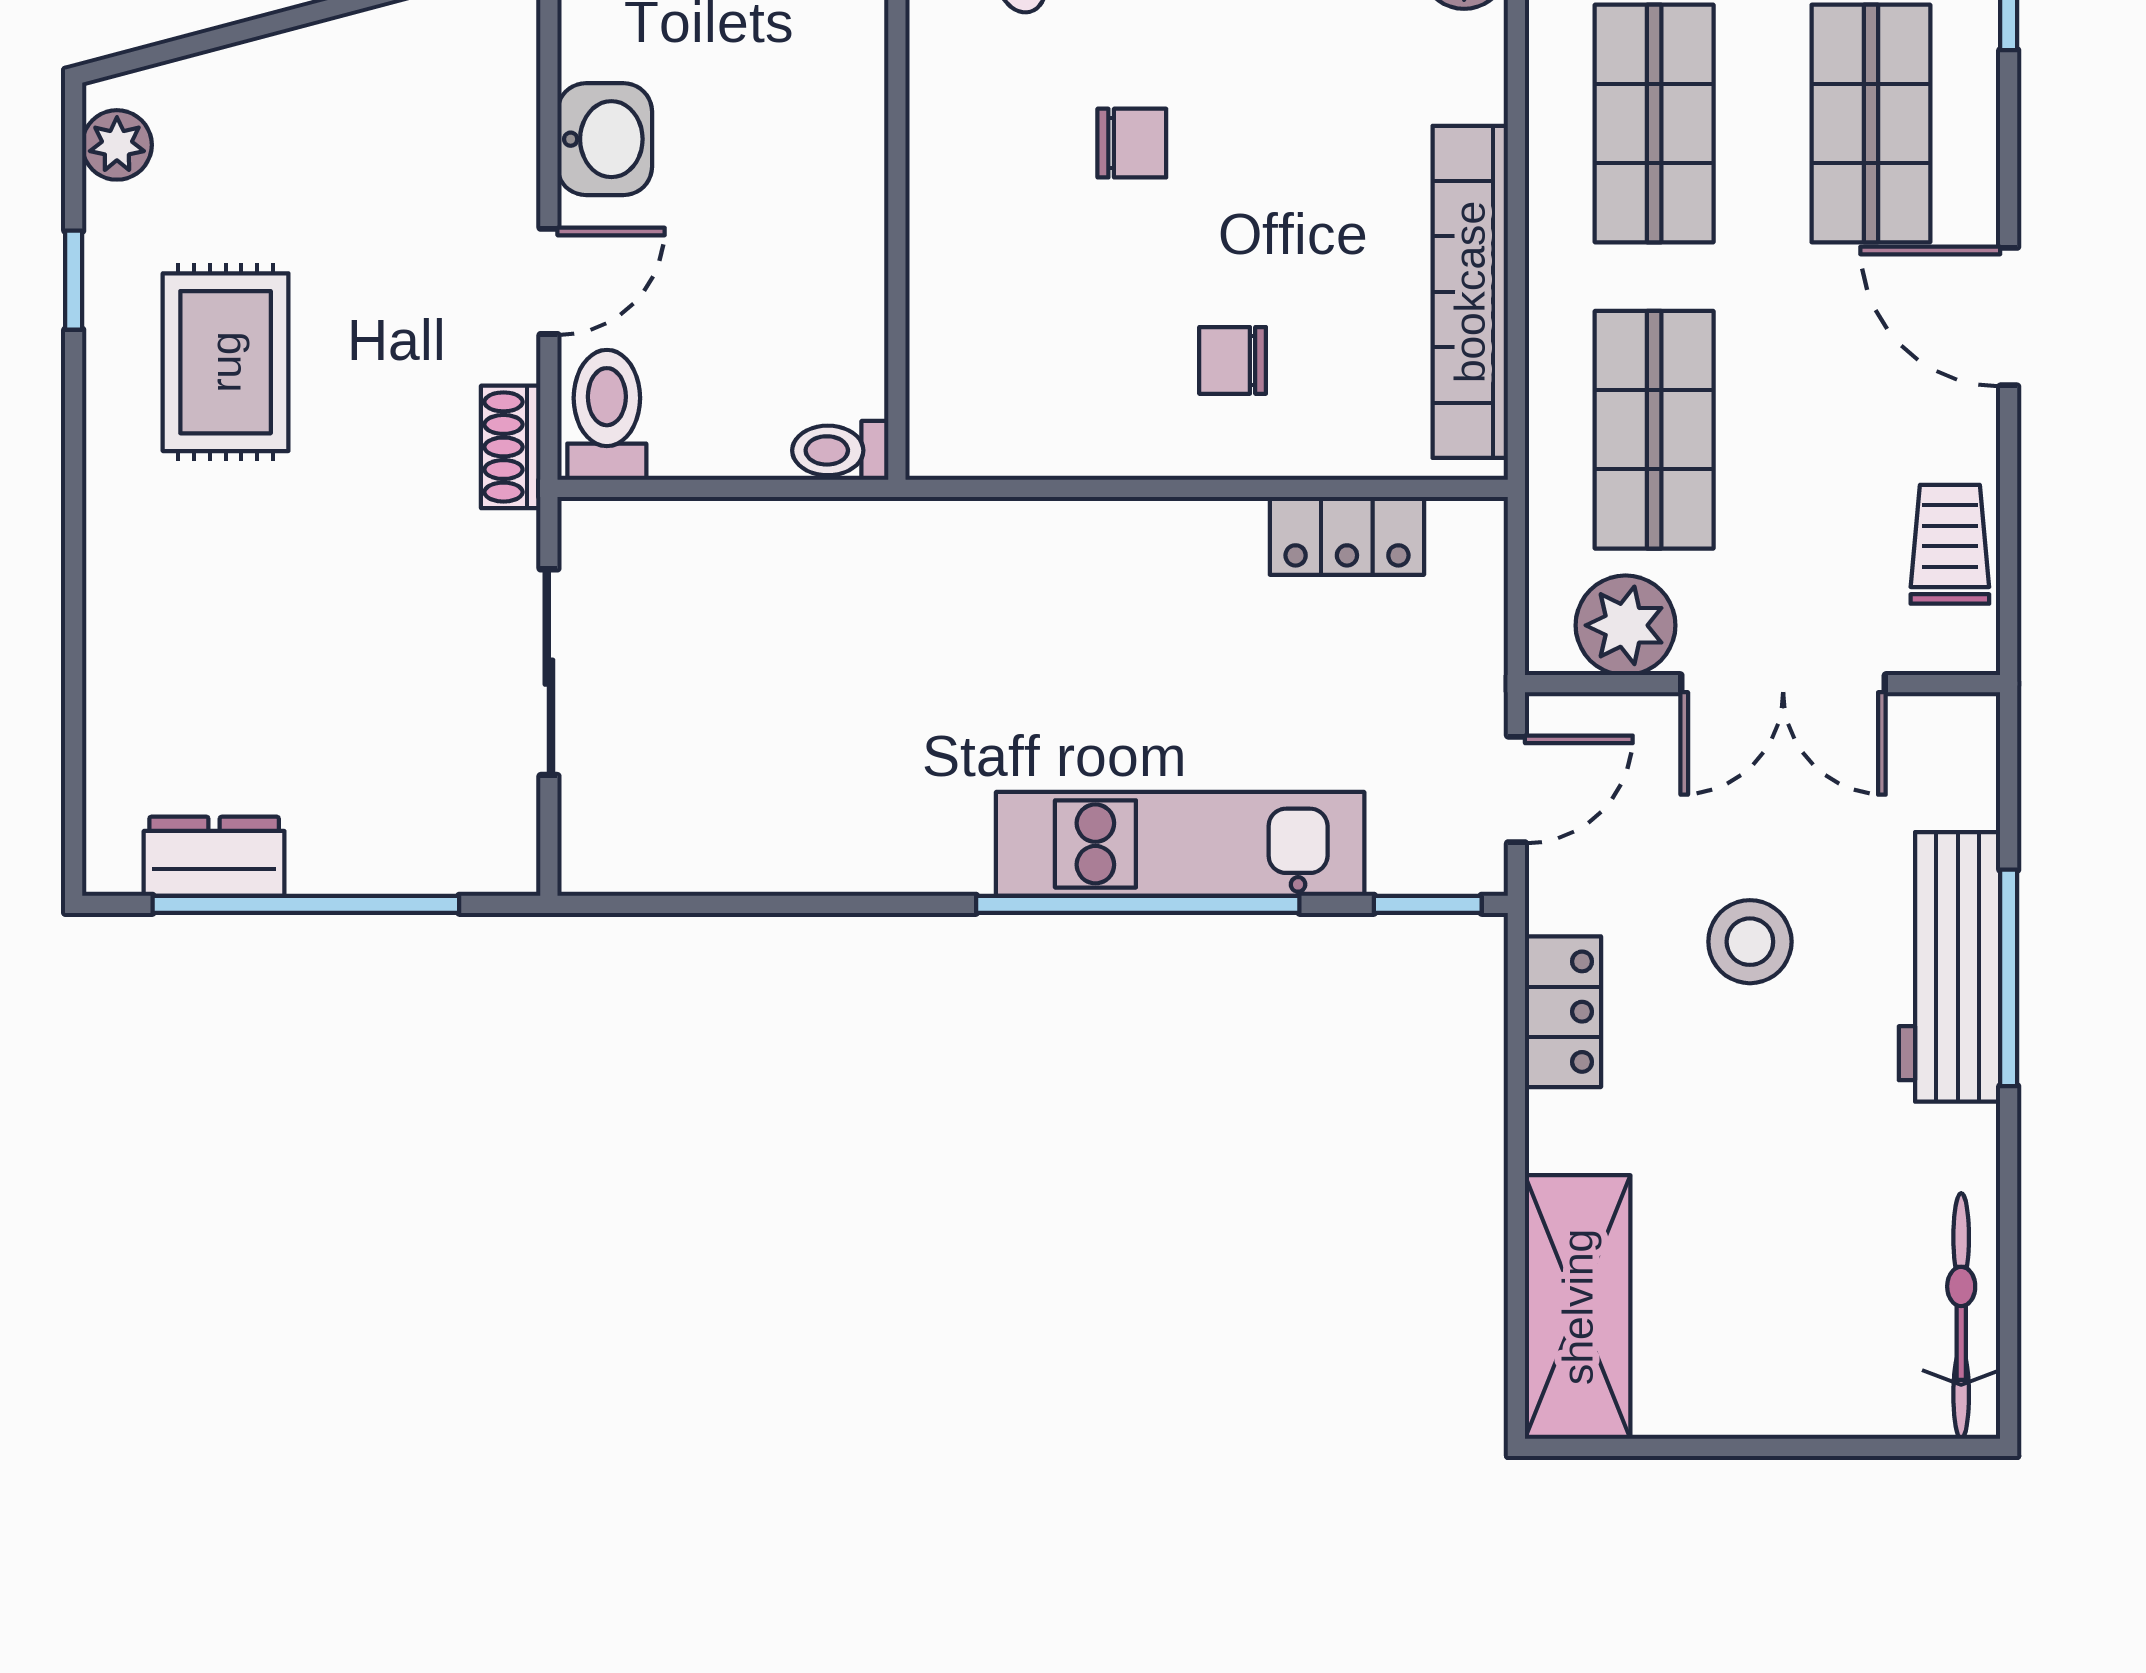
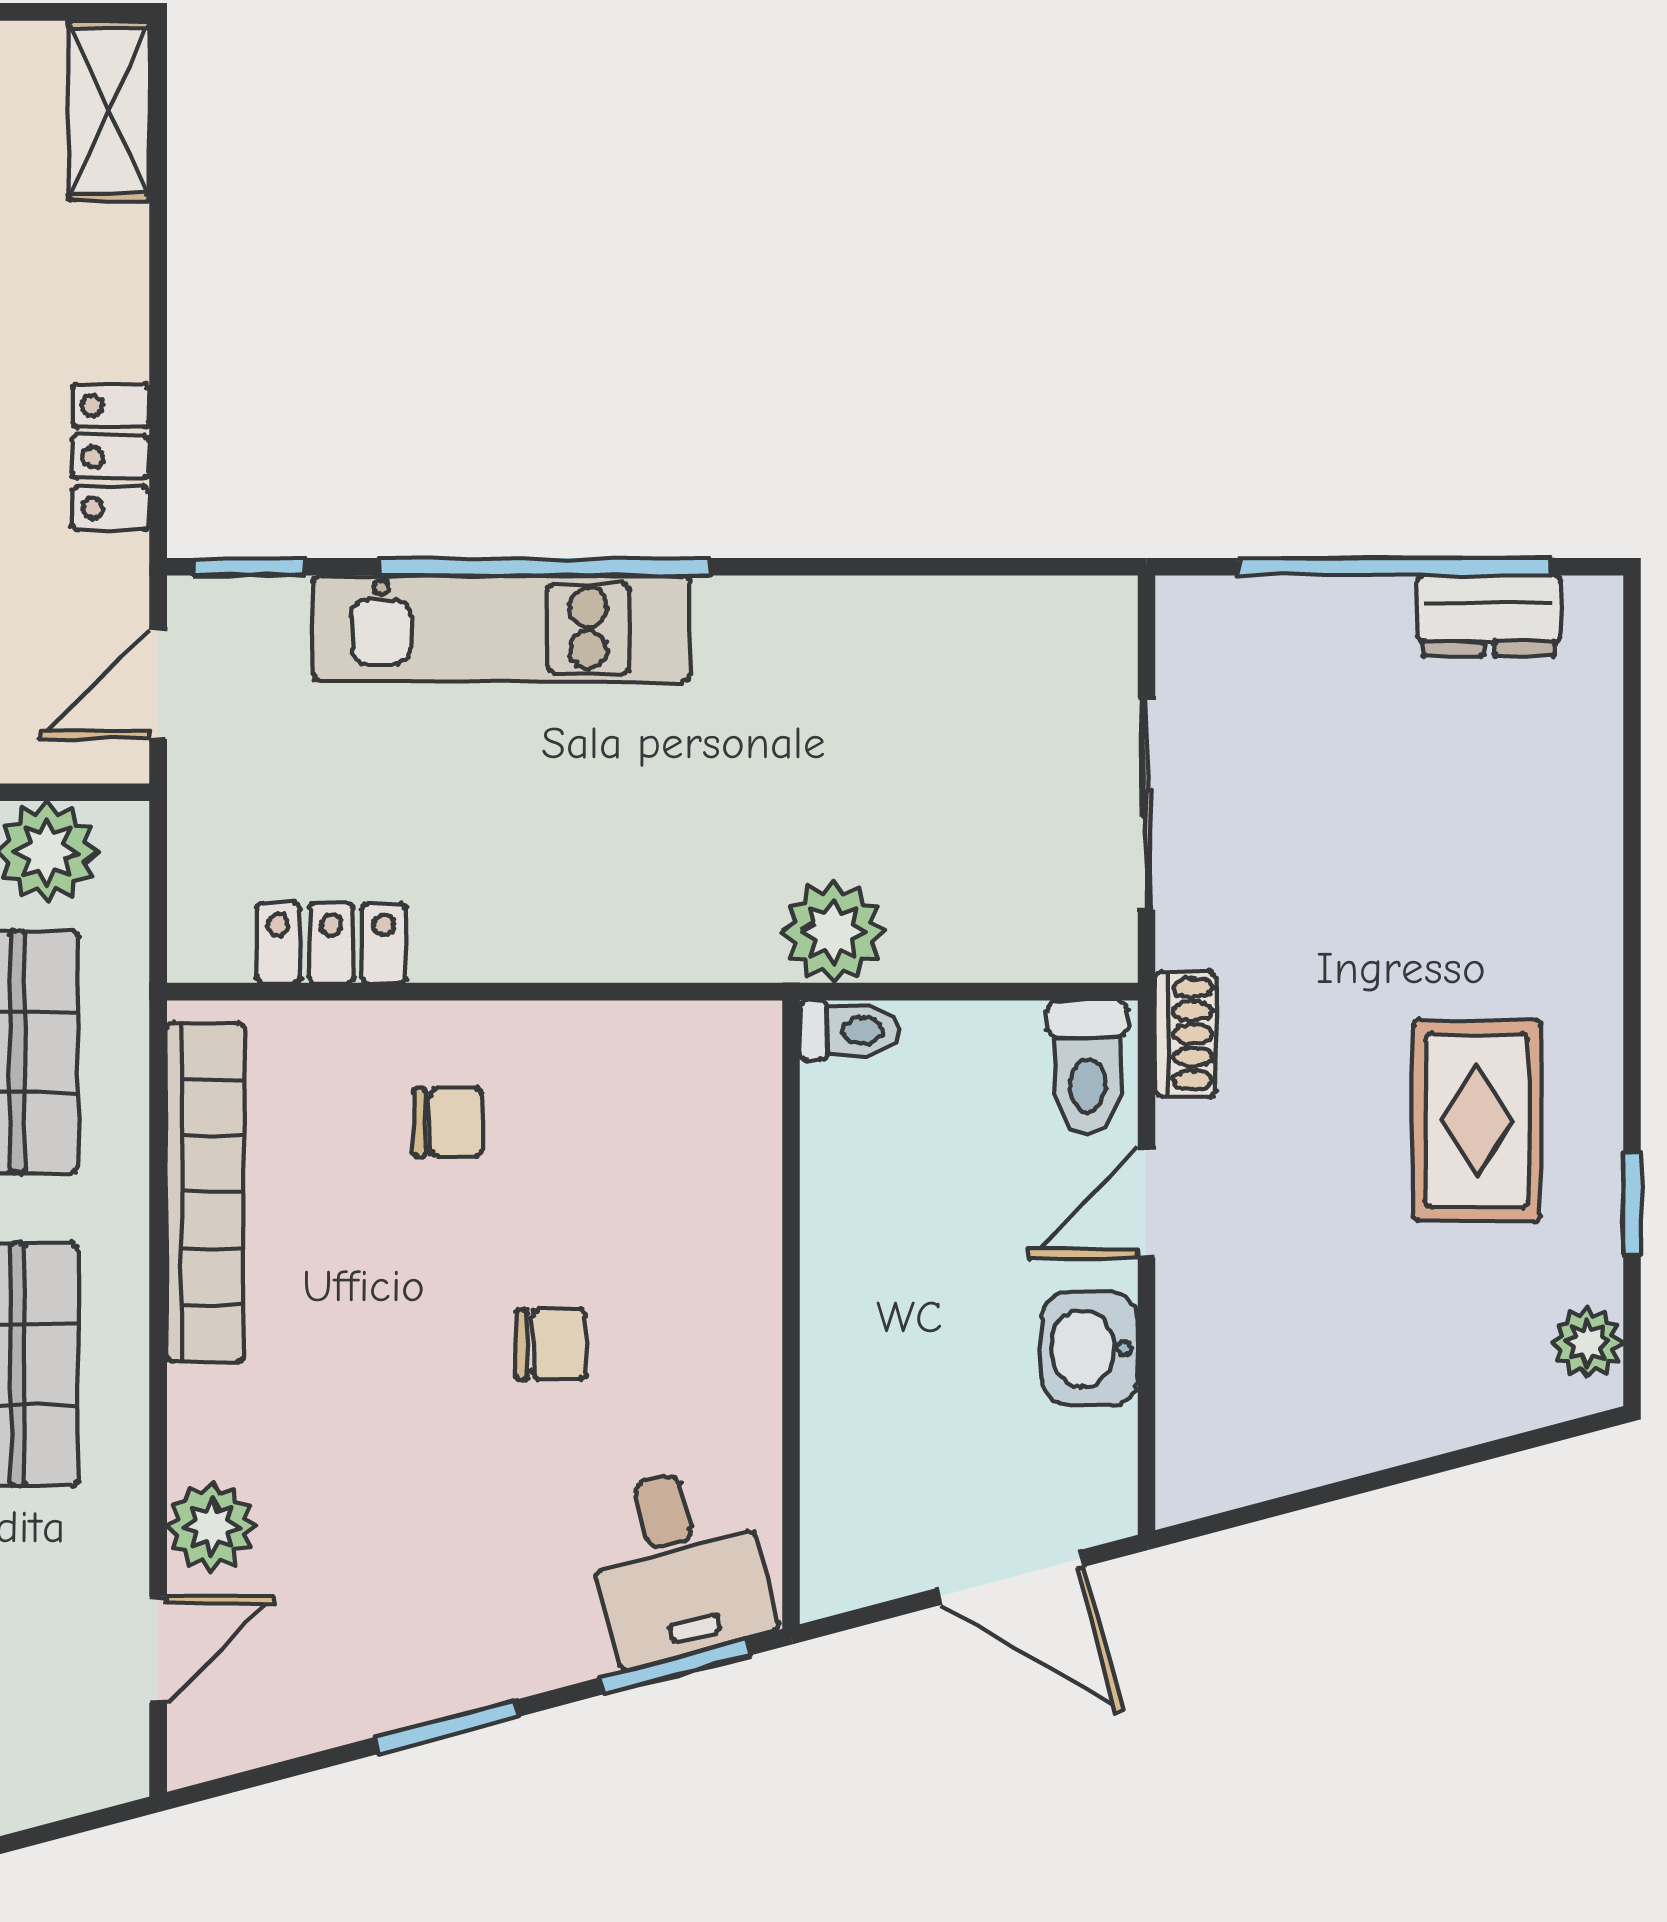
chair: (1132, 143) -> (551, 1344), turned 180
plant: (855, 547) -> (833, 932), added
shelving: (1578, 1307) -> (109, 110), width x0.67, depth x0.75

